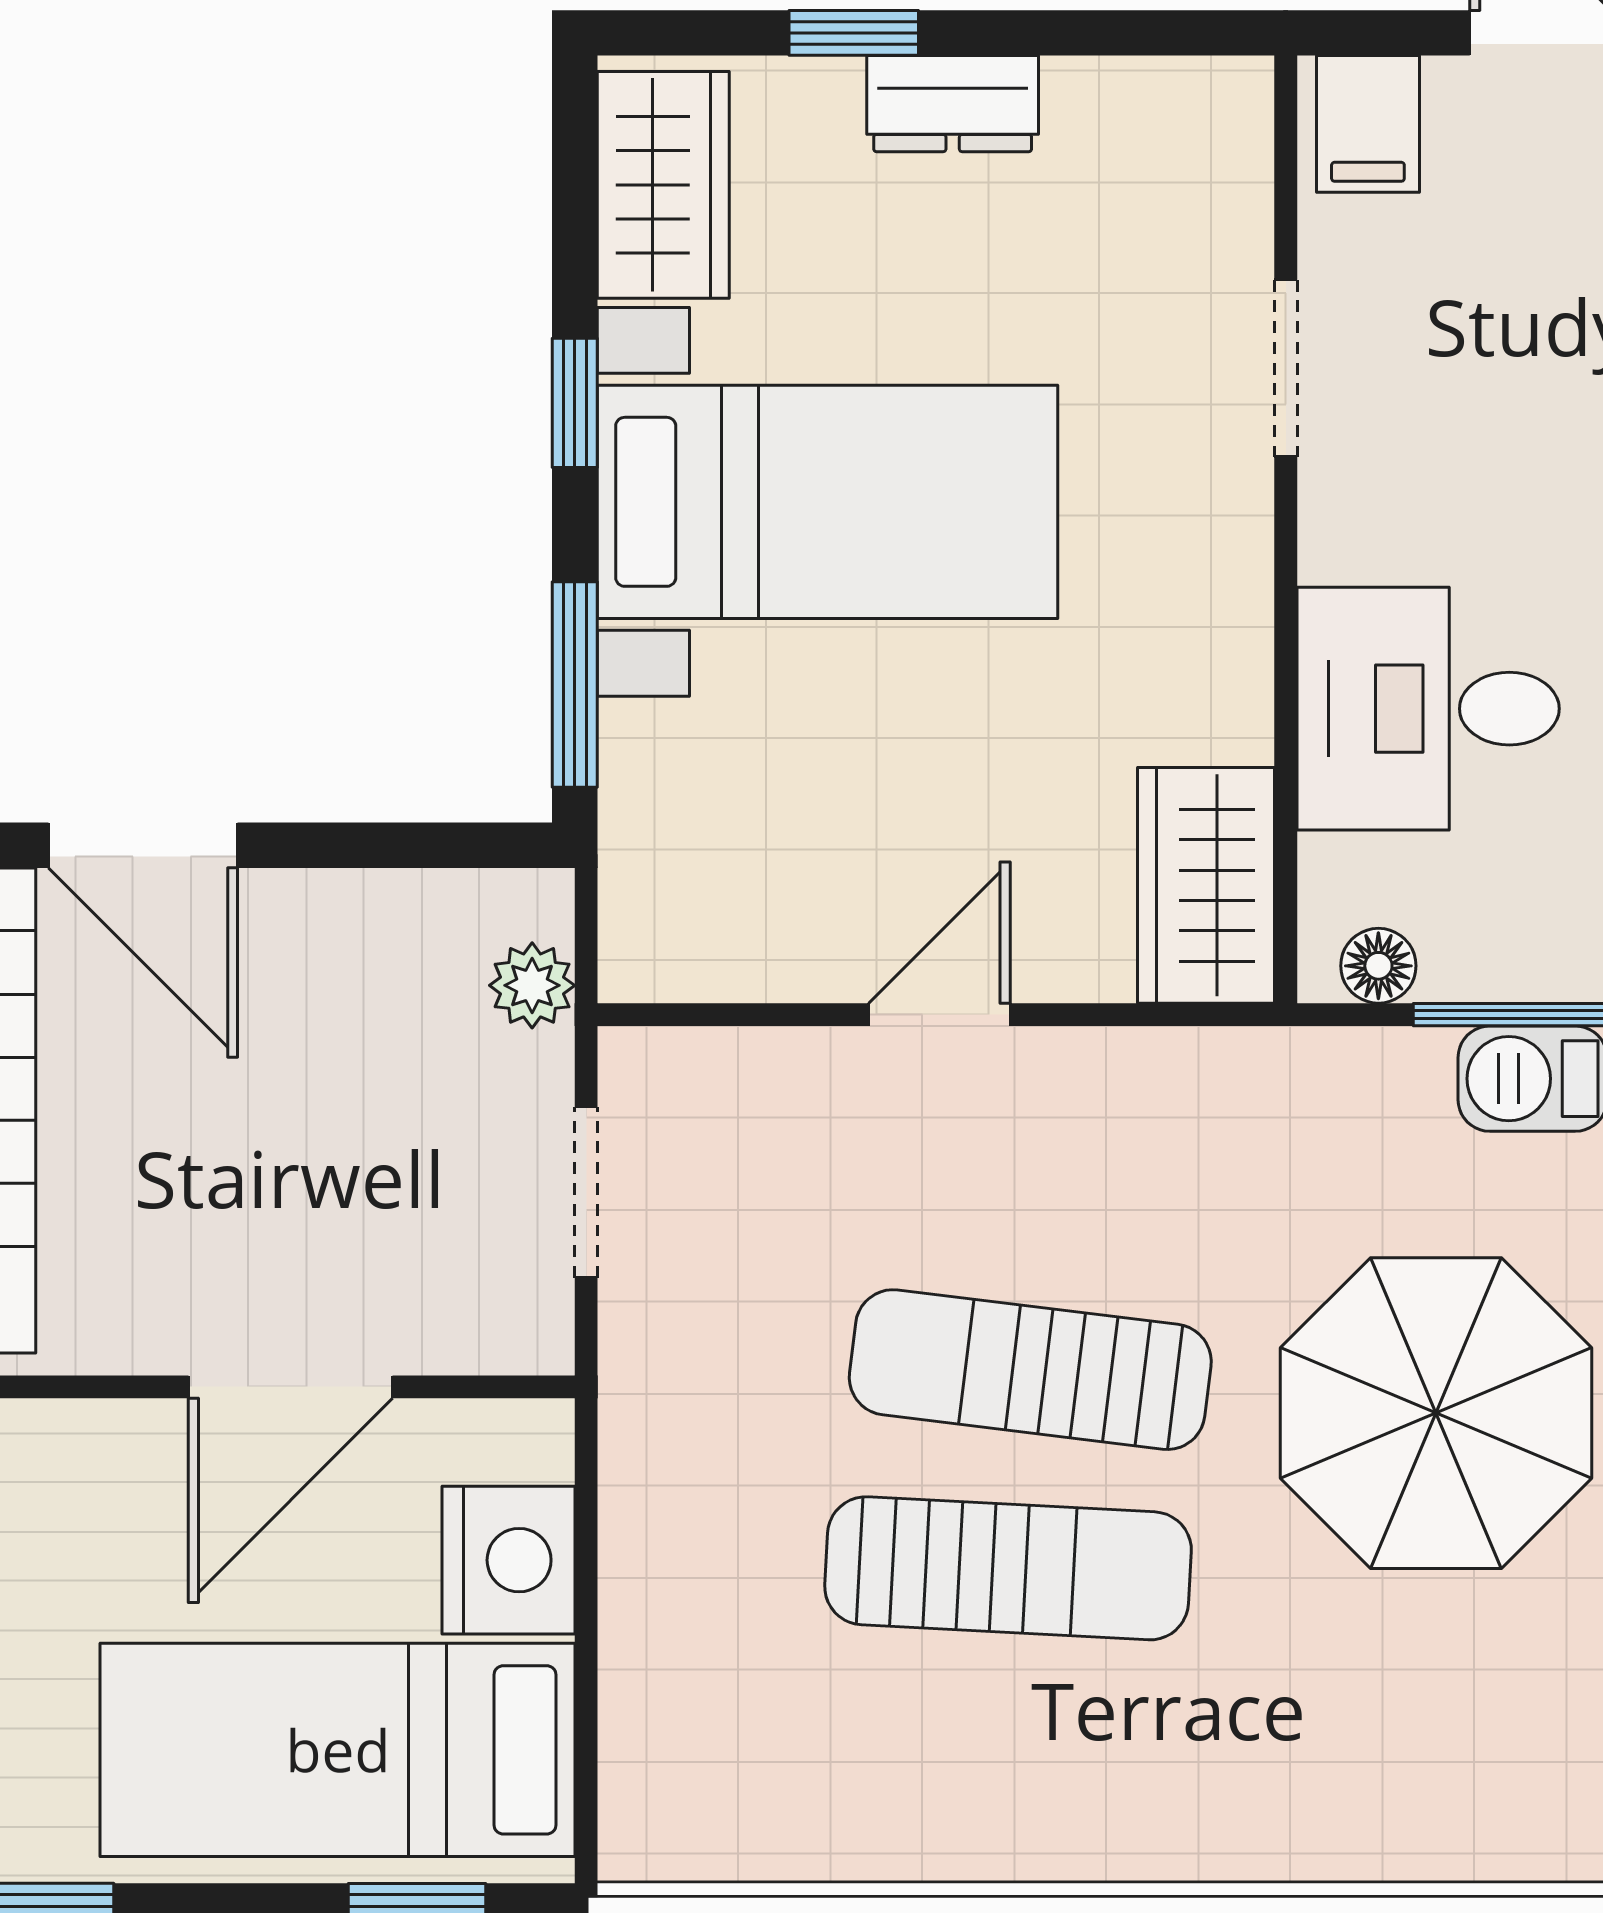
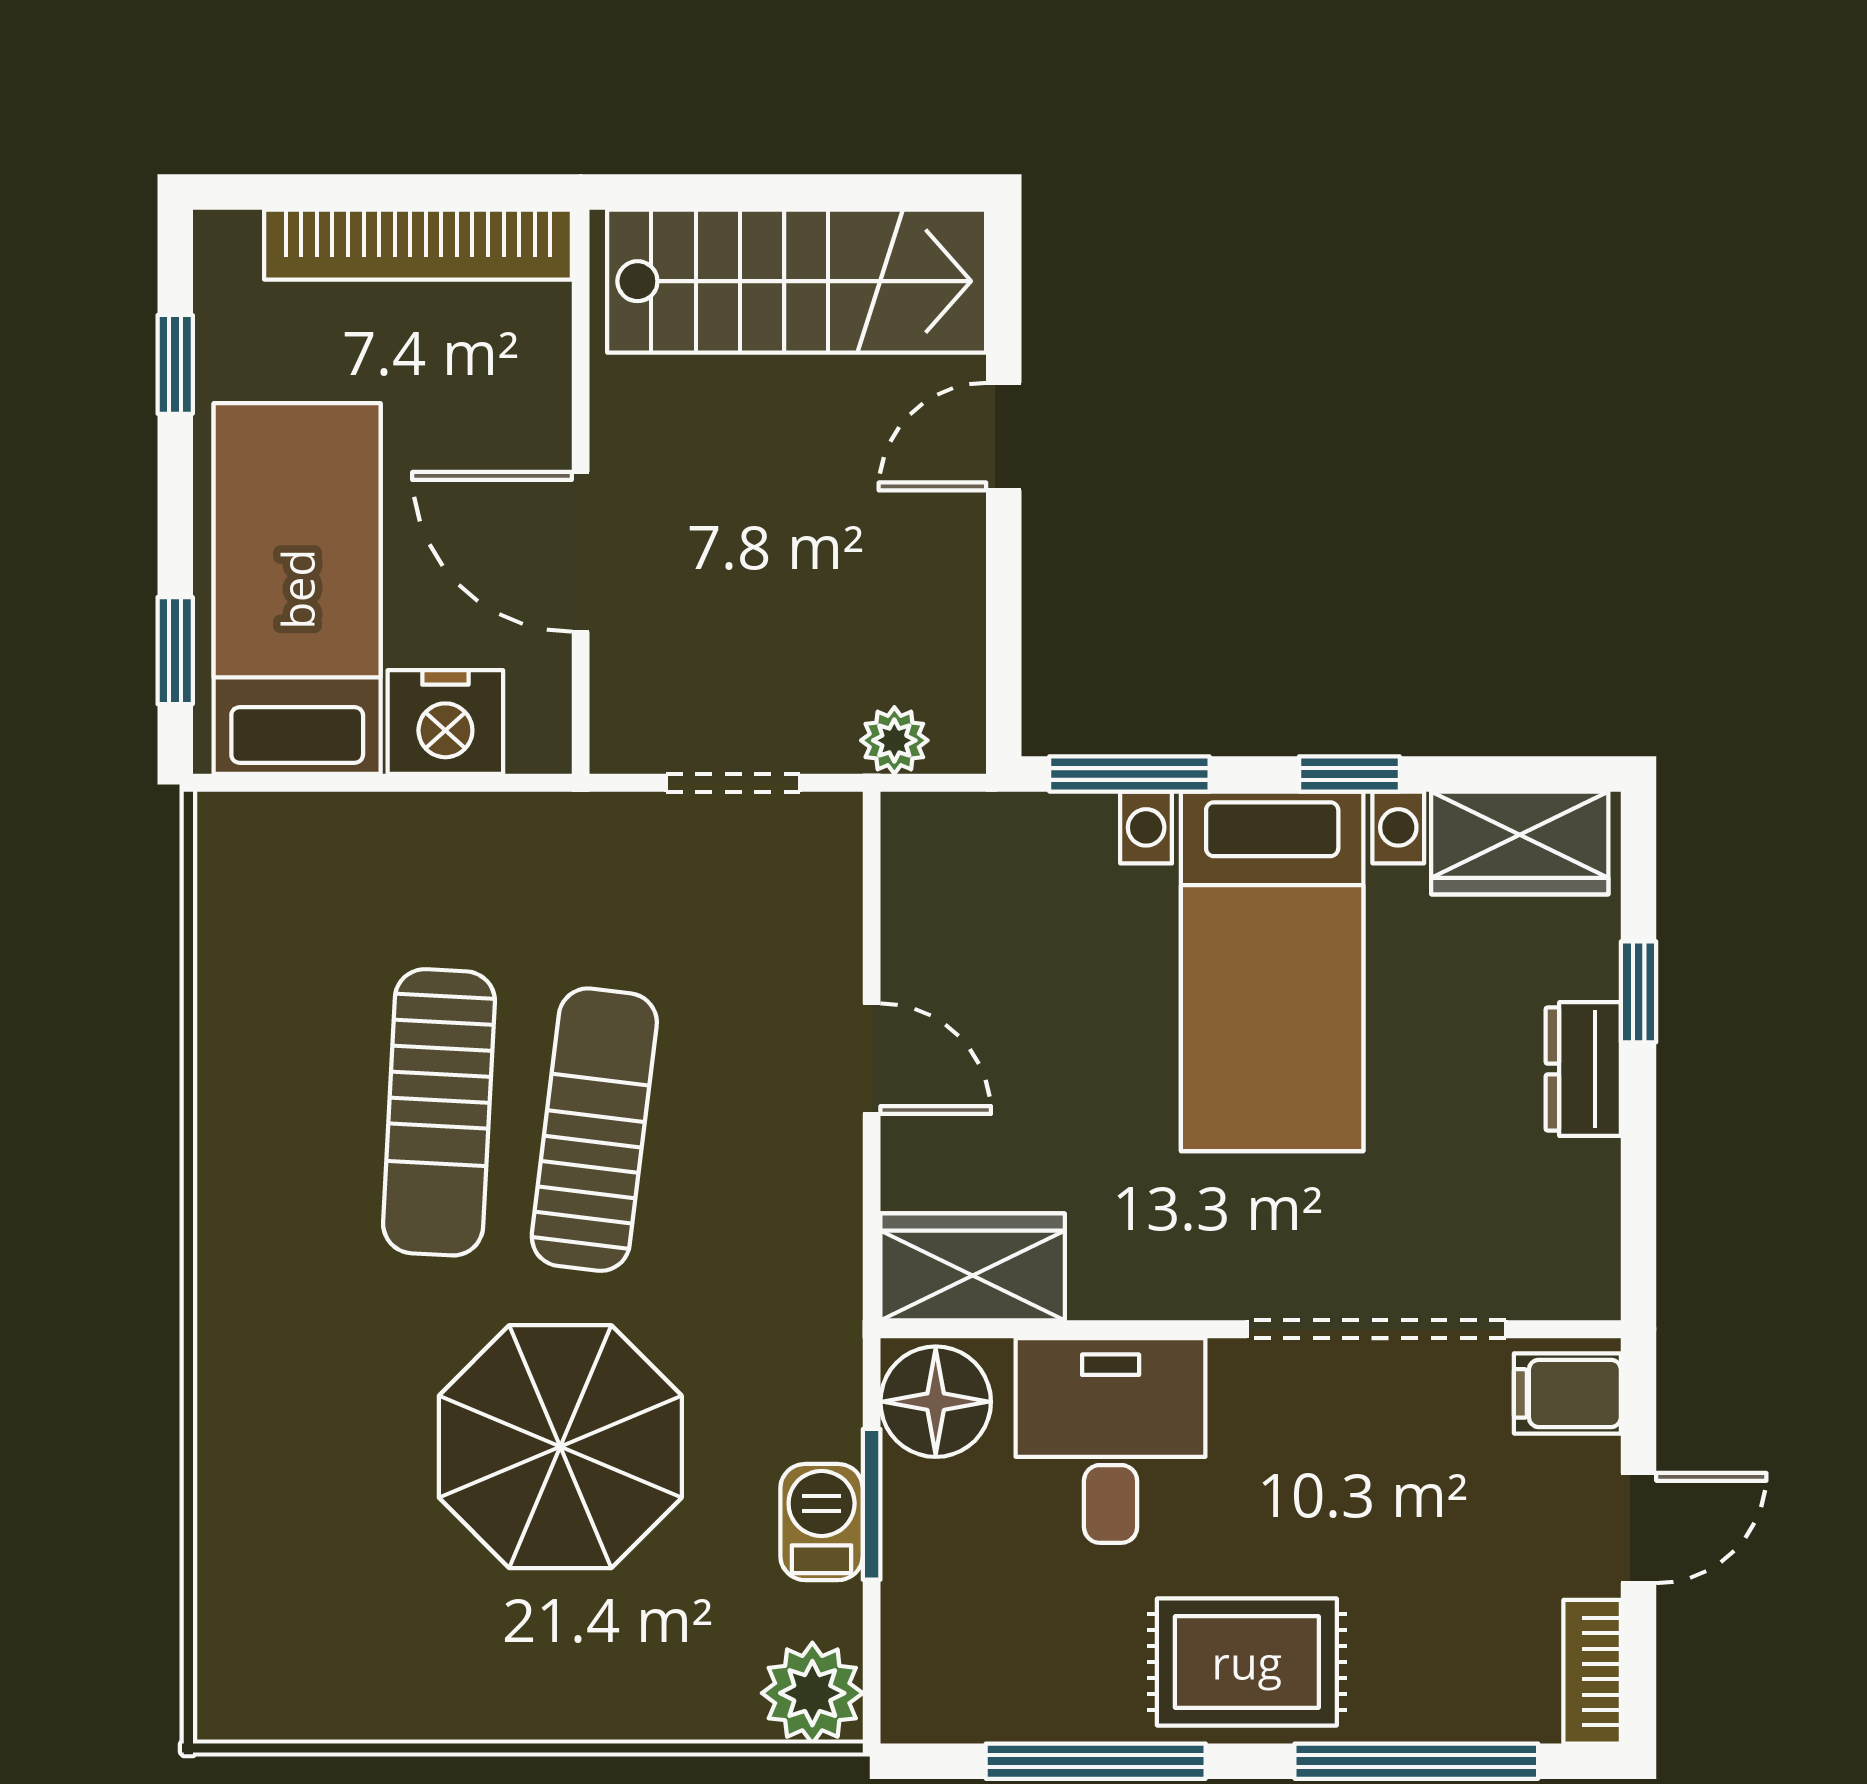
doorway: (1286, 368) -> (1377, 1329), width x1.87
door: (143, 845) -> (1004, 437), width x0.73
floor lamp: (1378, 966) -> (936, 1402), width x1.89, depth x1.89

